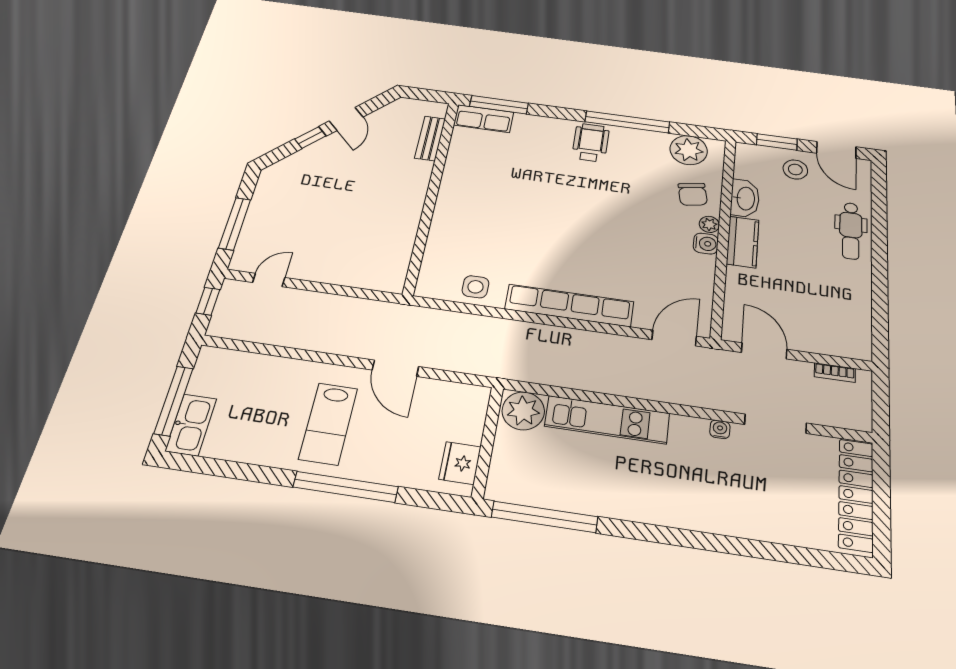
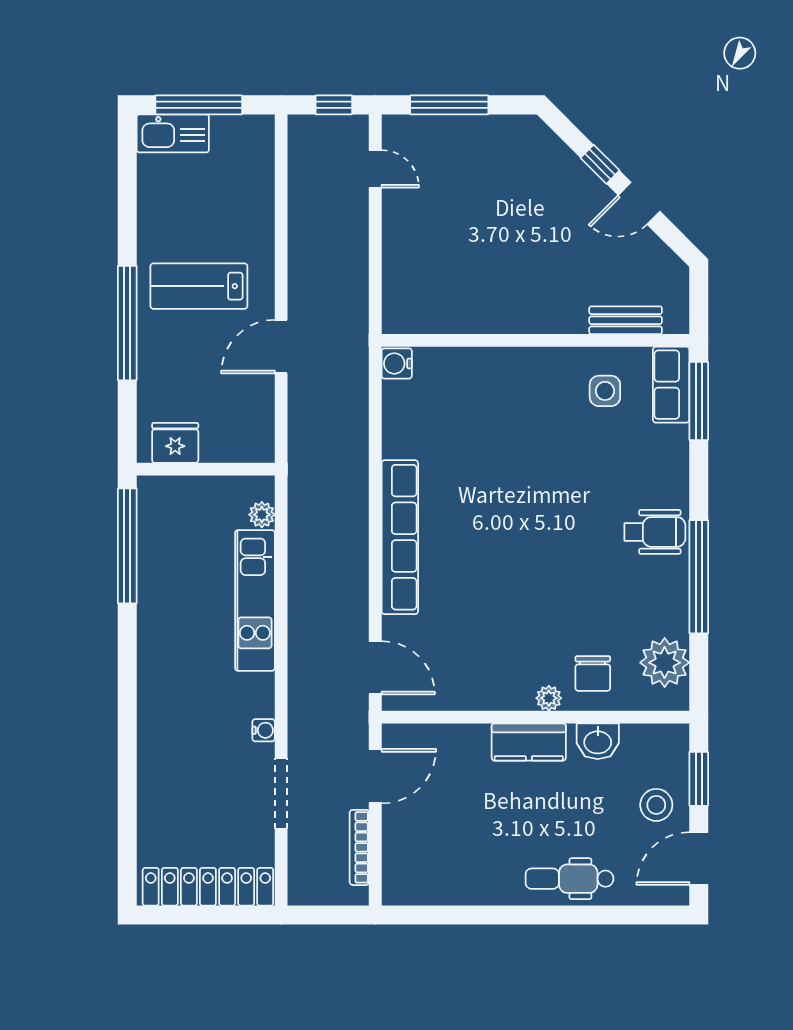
chair: (693, 194) -> (593, 673), turned -79
washbasin: (745, 198) -> (598, 741), width x0.72
water cooler: (706, 244) -> (397, 363), moved, turned 90
side table: (475, 287) -> (605, 391), moved
bookcase: (835, 373) -> (359, 847), width x1.56
plant: (523, 411) -> (262, 515), width x0.53, depth x0.53

